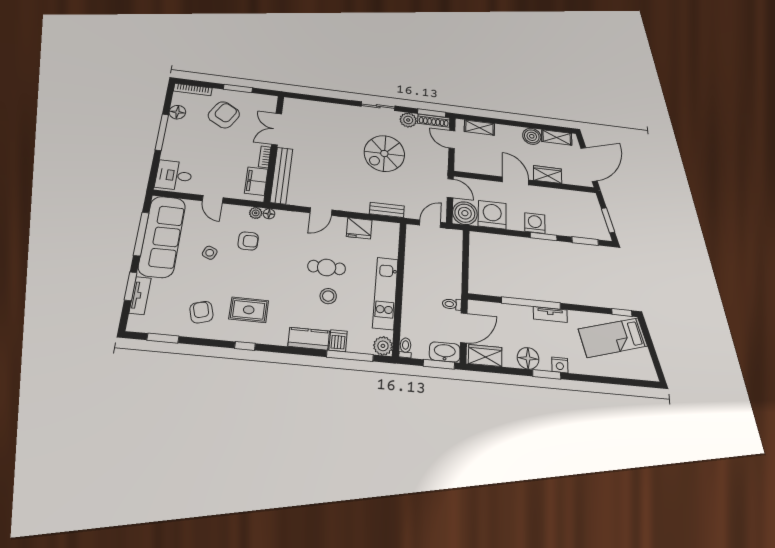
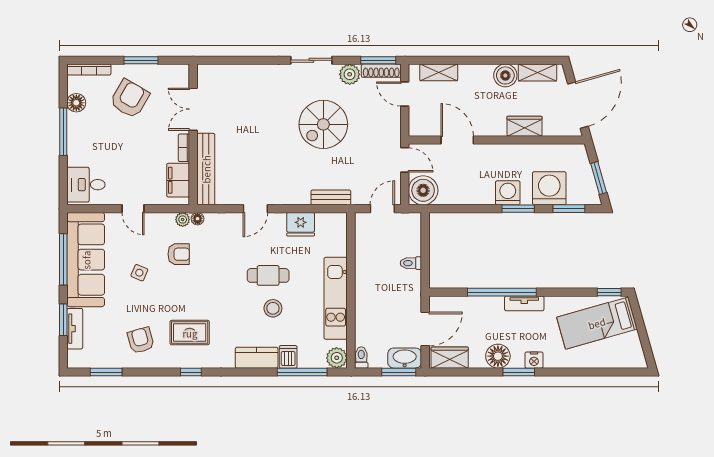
door: (516, 181) -> (457, 140), moved
washing machine: (492, 215) -> (549, 188), moved
toilet: (452, 304) -> (411, 263), moved

